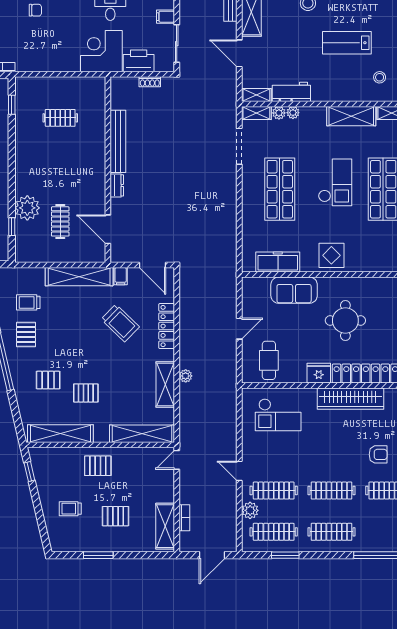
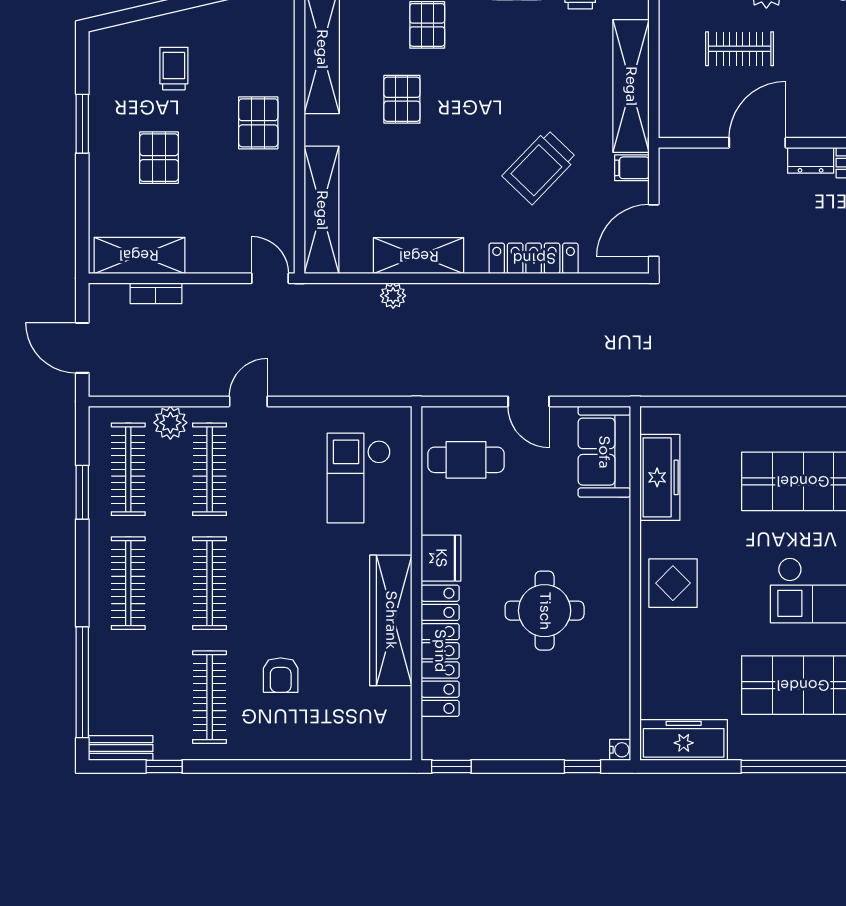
door: (108, 229) -> (757, 143), moved
sofa: (294, 290) -> (604, 452), moved
plant: (186, 376) -> (393, 296), moved

